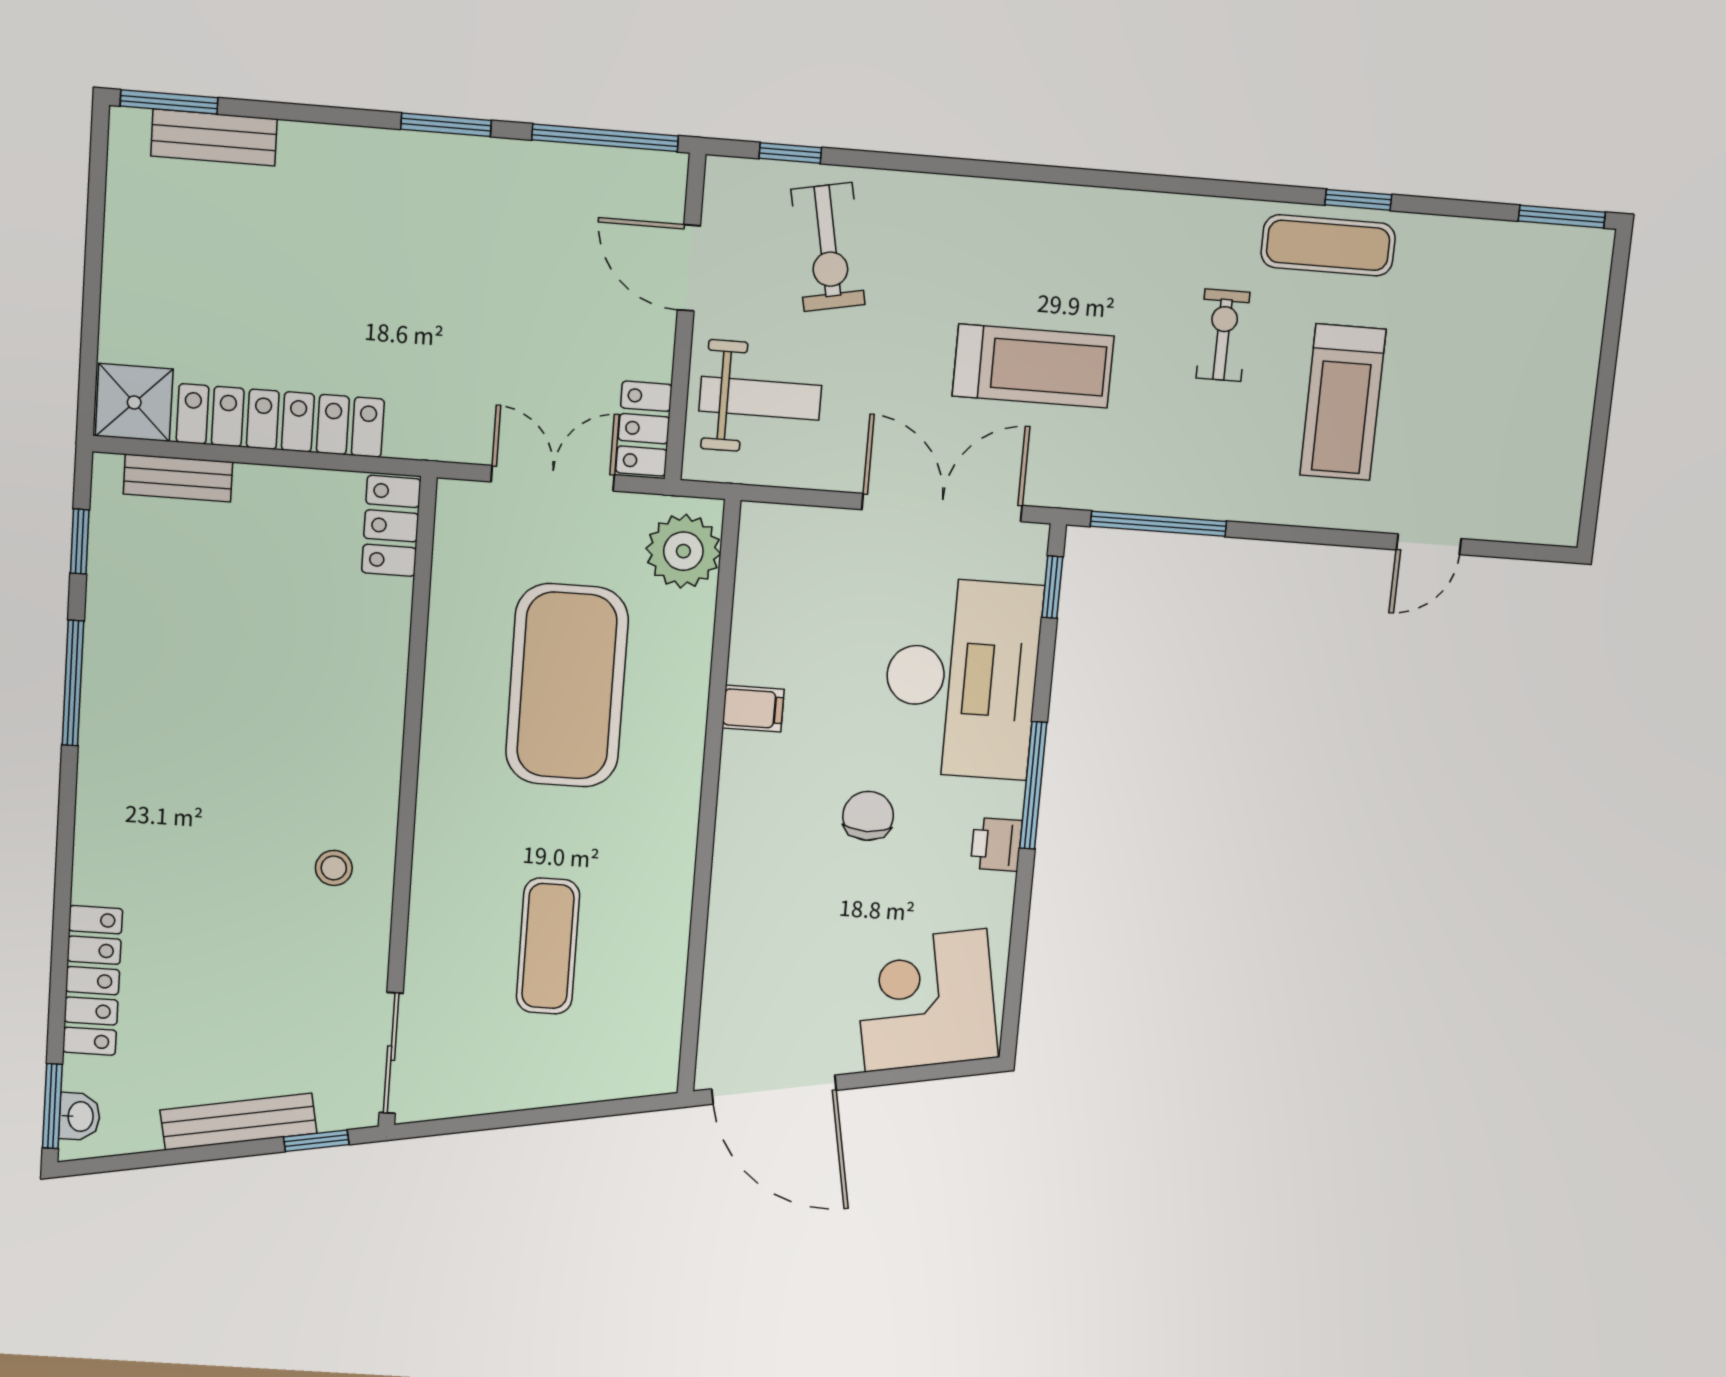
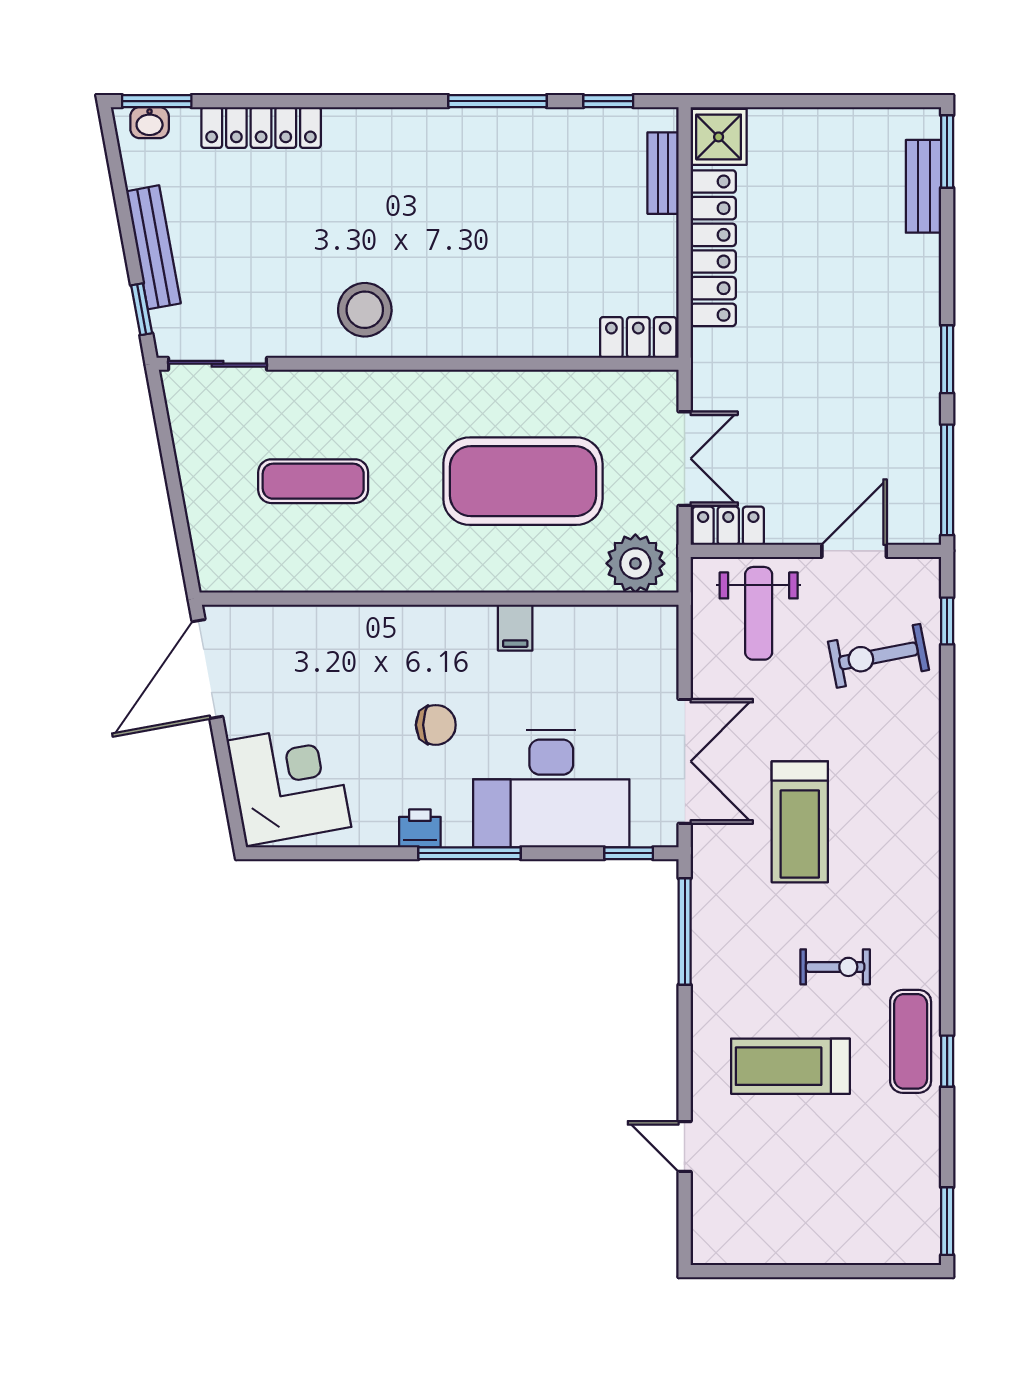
stool: (334, 868) -> (365, 310), width x1.89, depth x1.89

